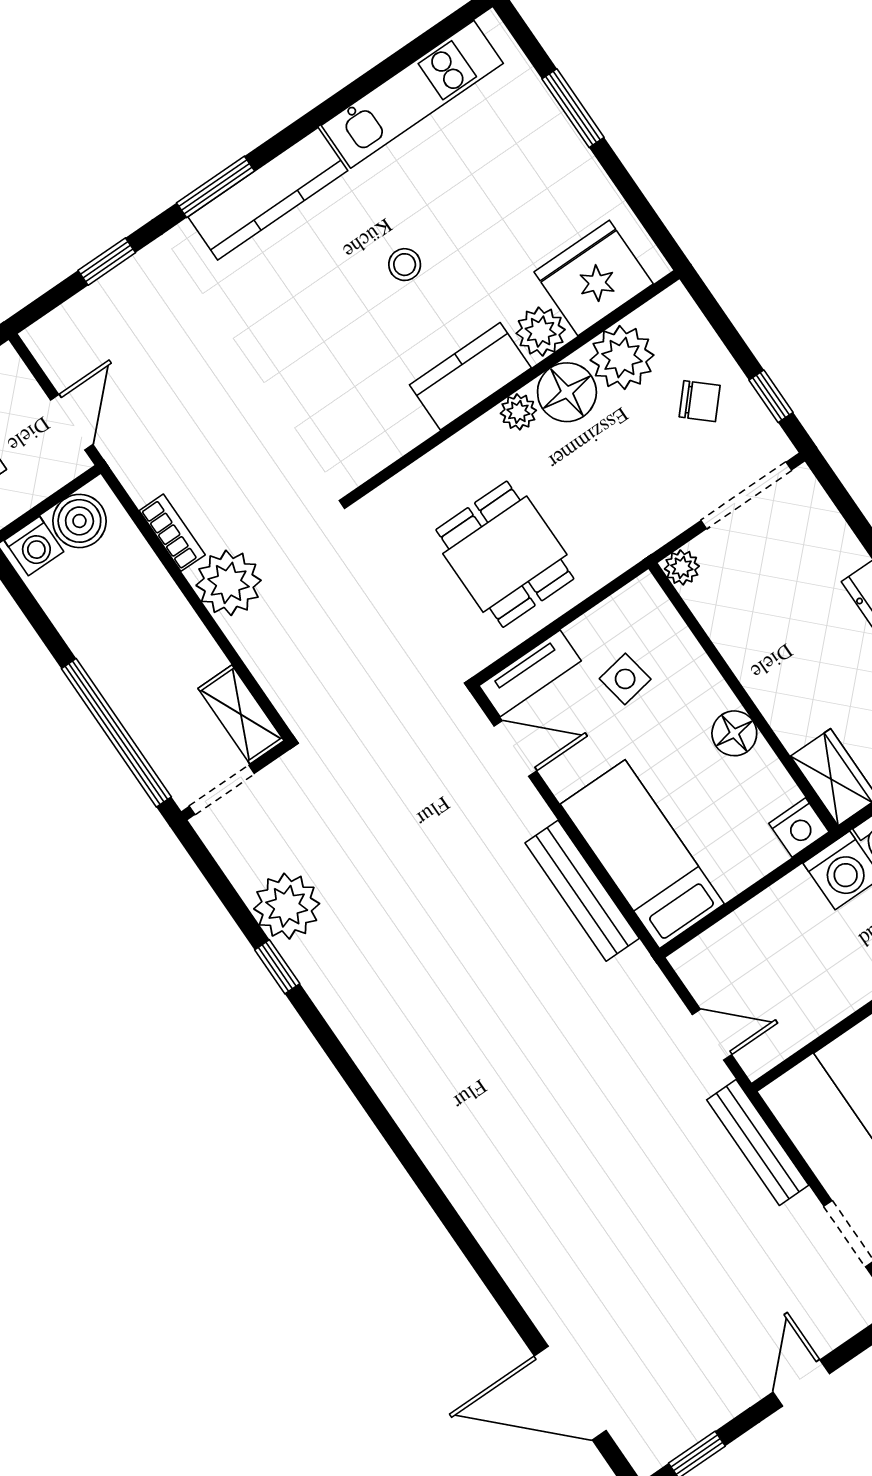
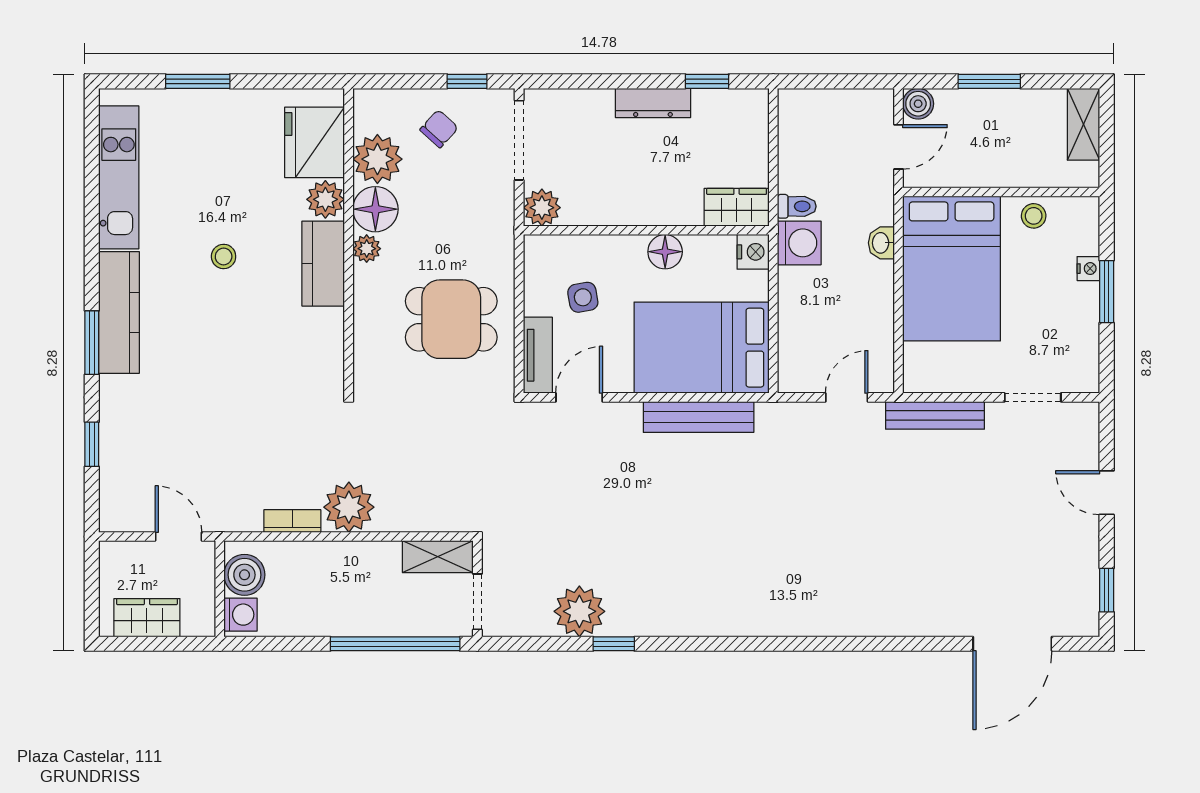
plant: (682, 567) -> (542, 208), width x1.38, depth x1.38
bed: (642, 854) -> (702, 348), width x1.50

